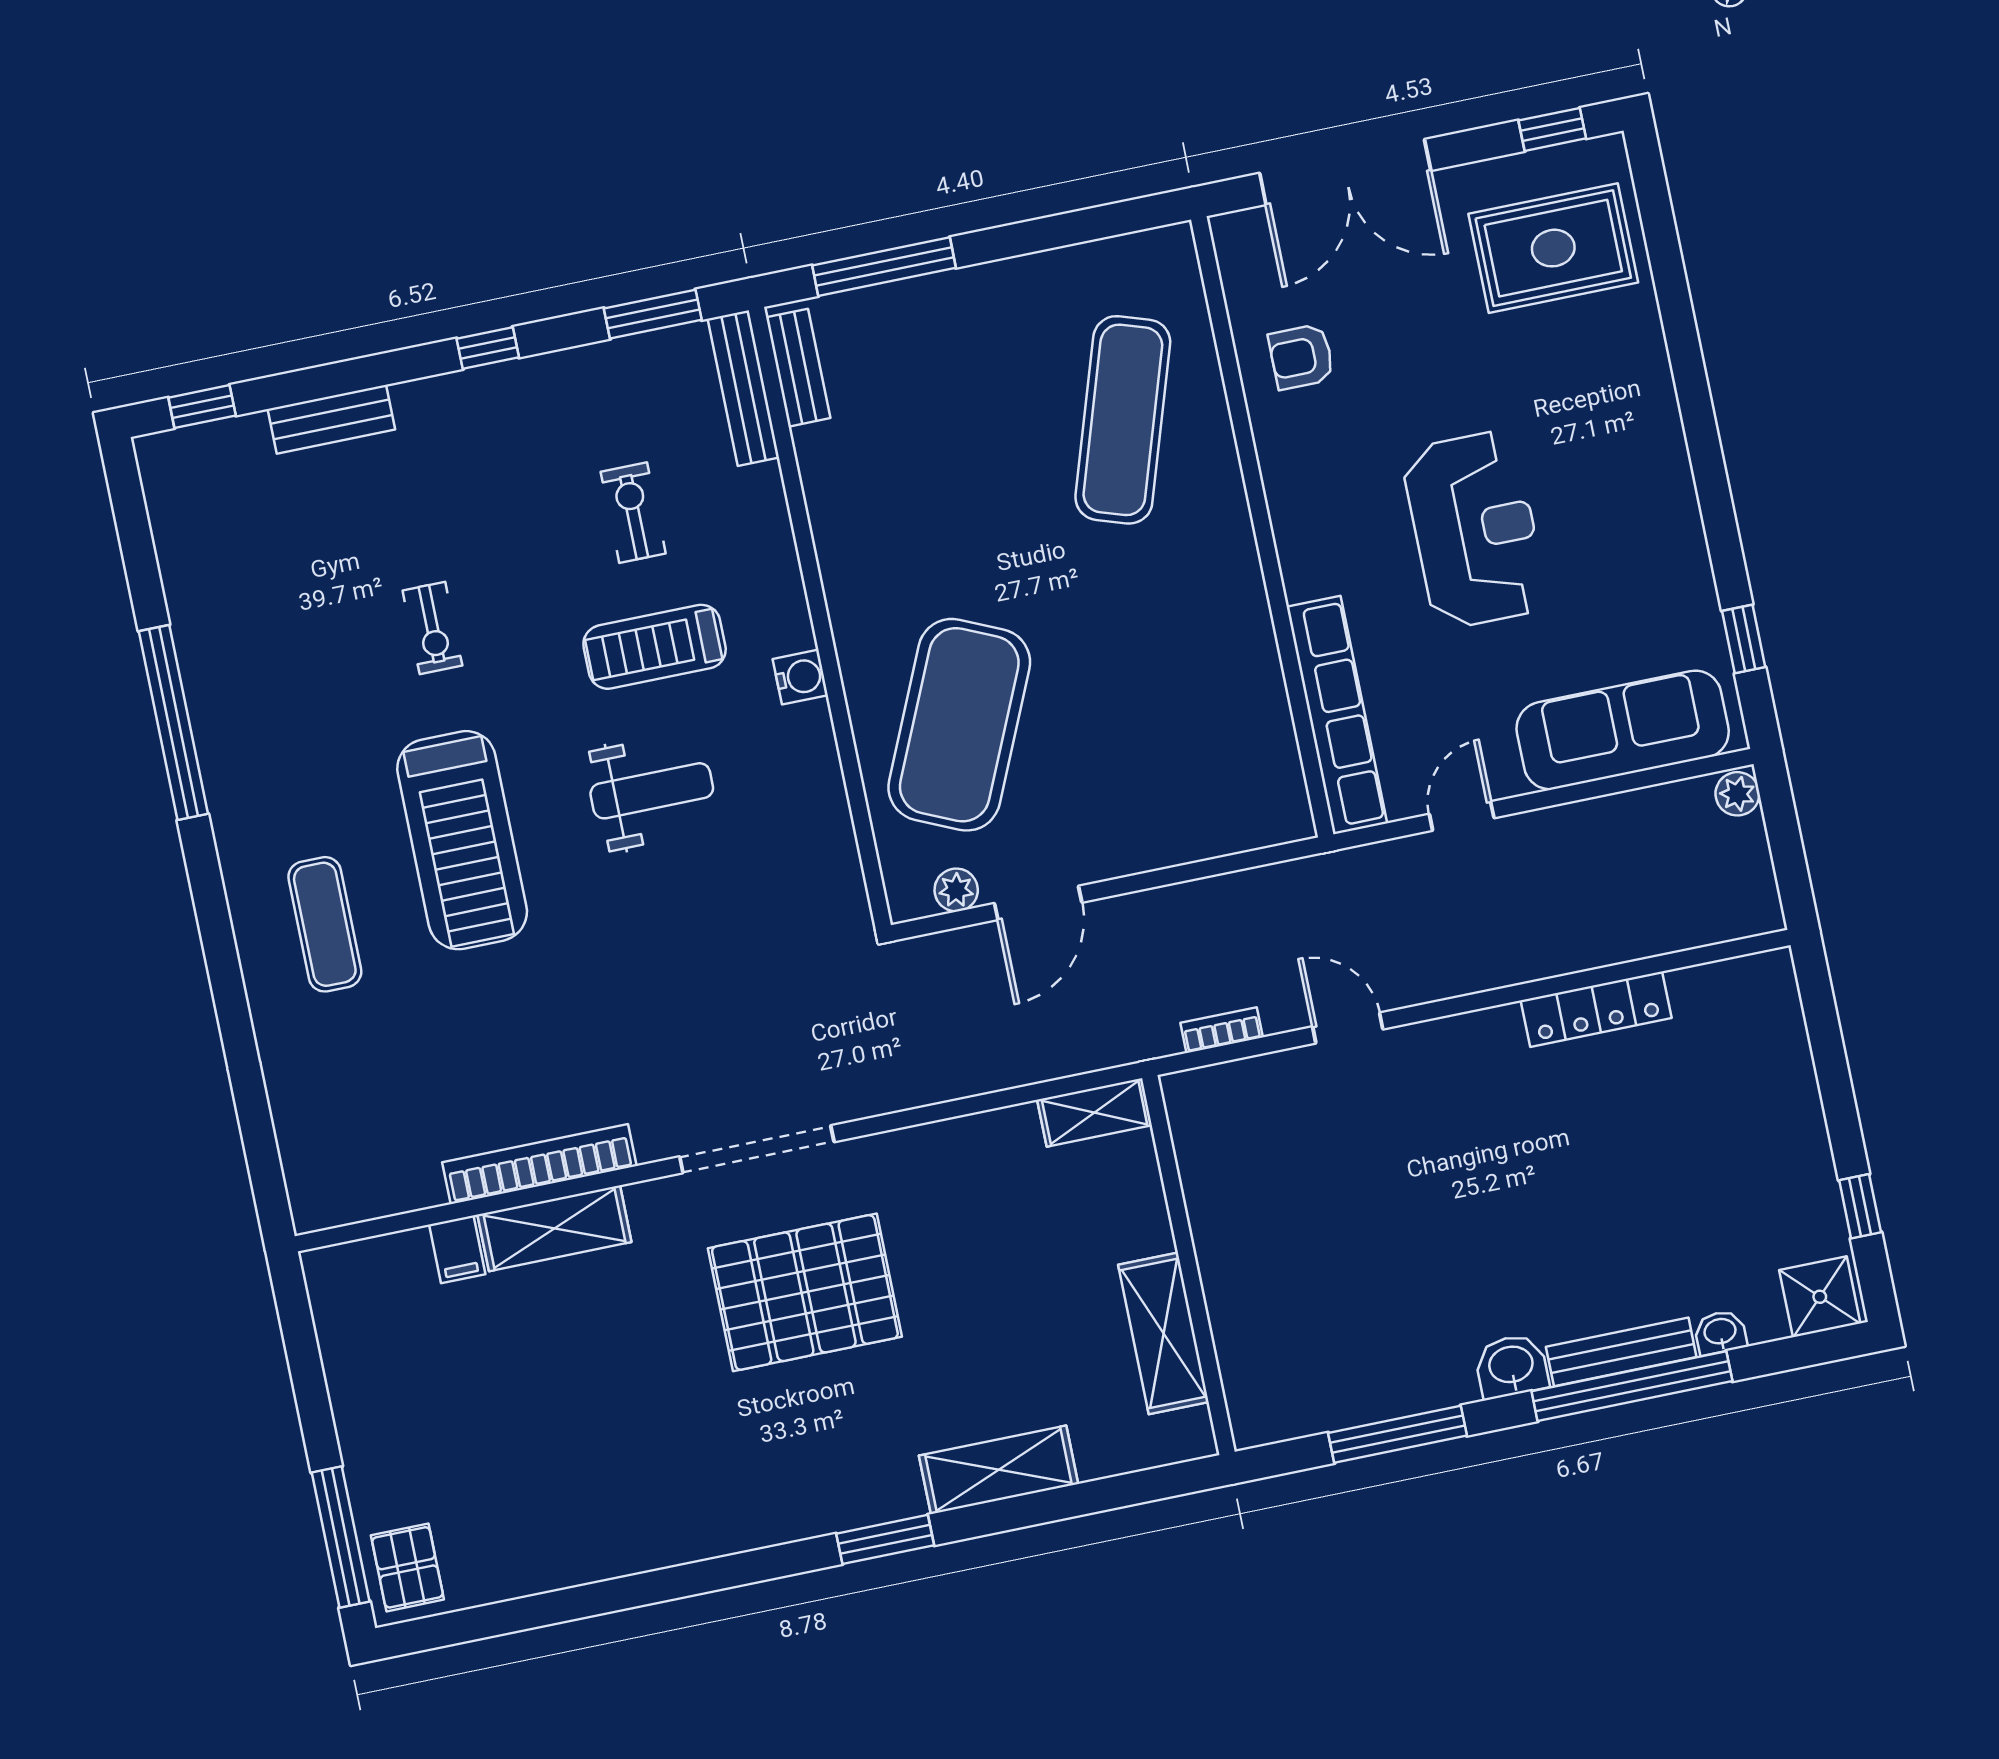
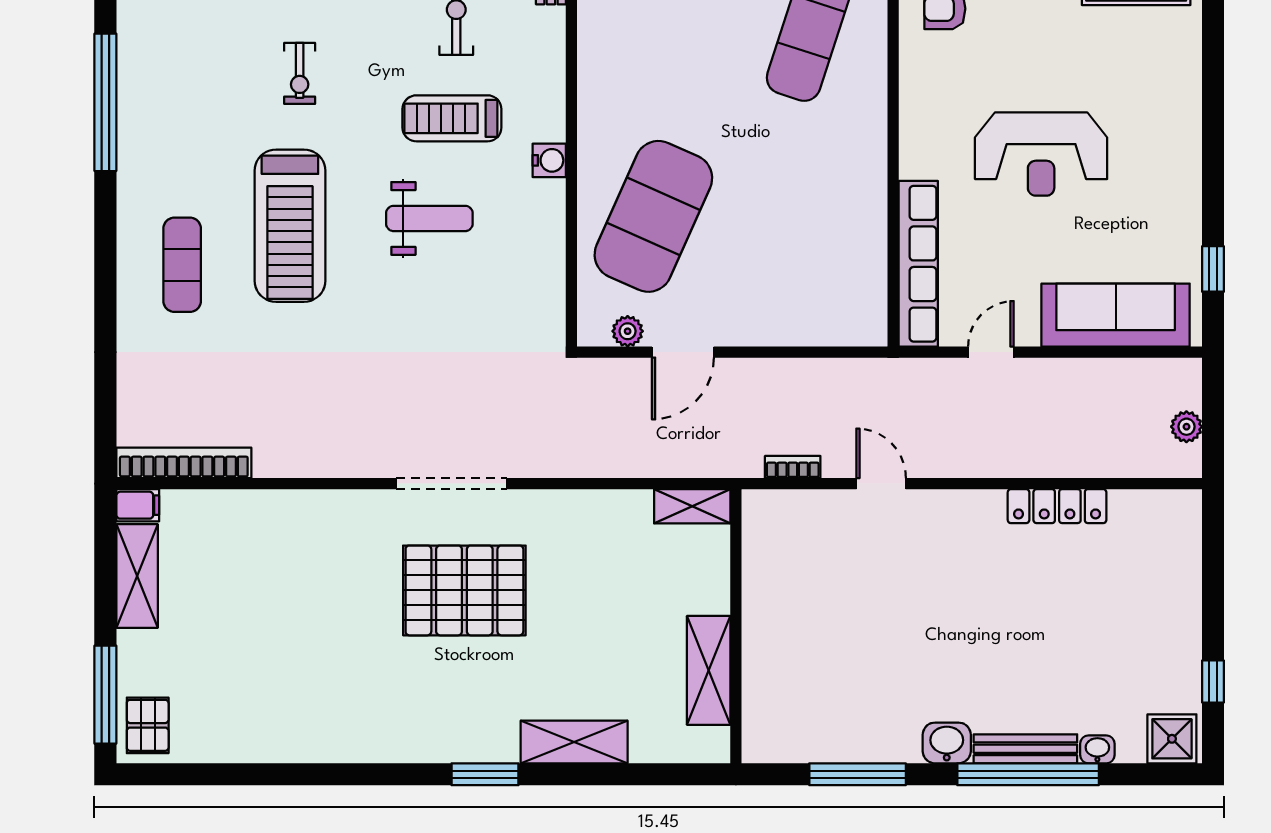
reception desk: (1475, 530) -> (1041, 154), turned 90
plant: (1737, 794) -> (1186, 427), moved
bookcase: (539, 1164) -> (184, 463), moved
shelving: (554, 1228) -> (137, 576), moved, turned 90
filing cabinet: (457, 1249) -> (138, 505), moved, turned -90

